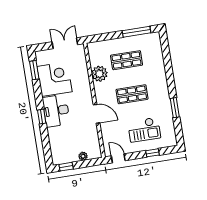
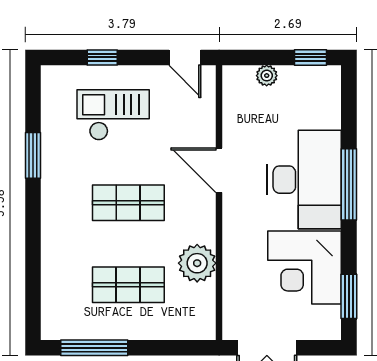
desk: (56, 111) -> (304, 180), width x1.36, depth x1.30
window: (42, 117) -> (349, 184), width x2.17

